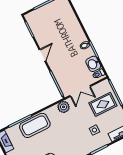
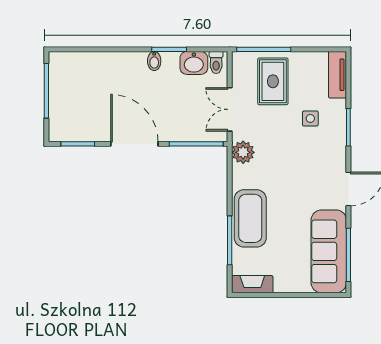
door: (42, 55) -> (134, 144), width x1.87
double door: (80, 91) -> (230, 109), swing flipped

